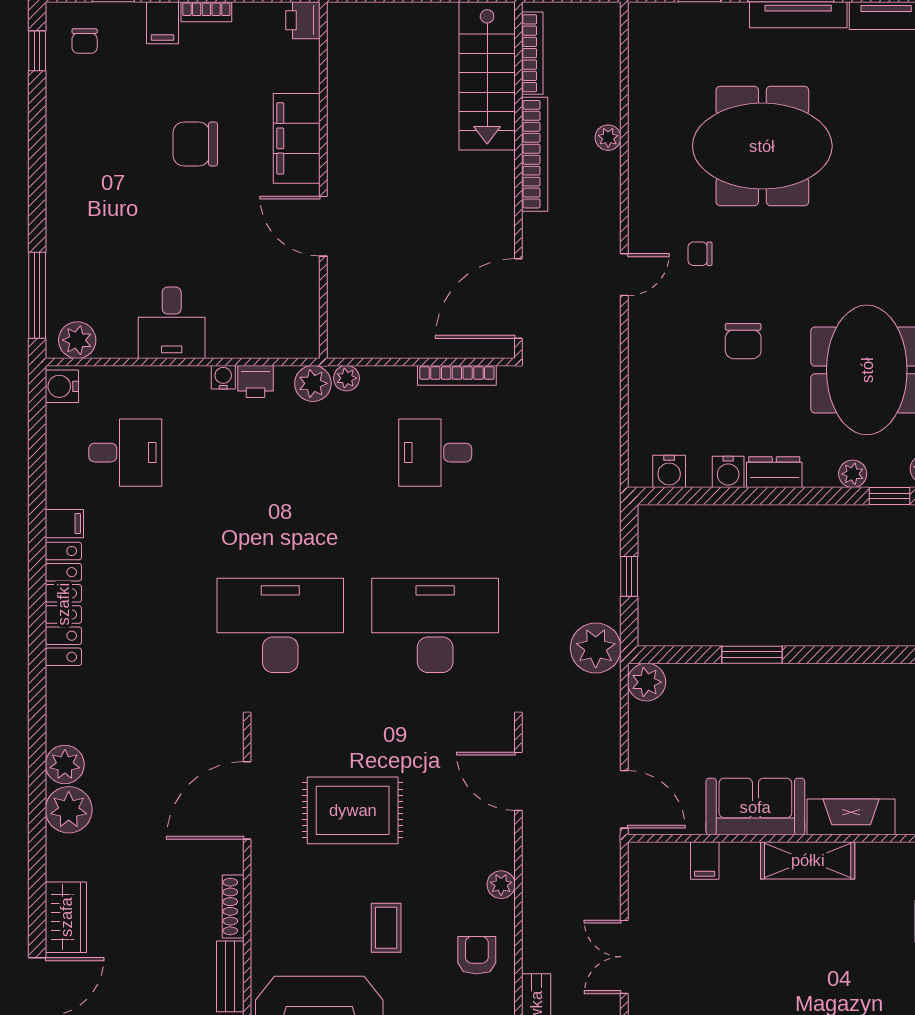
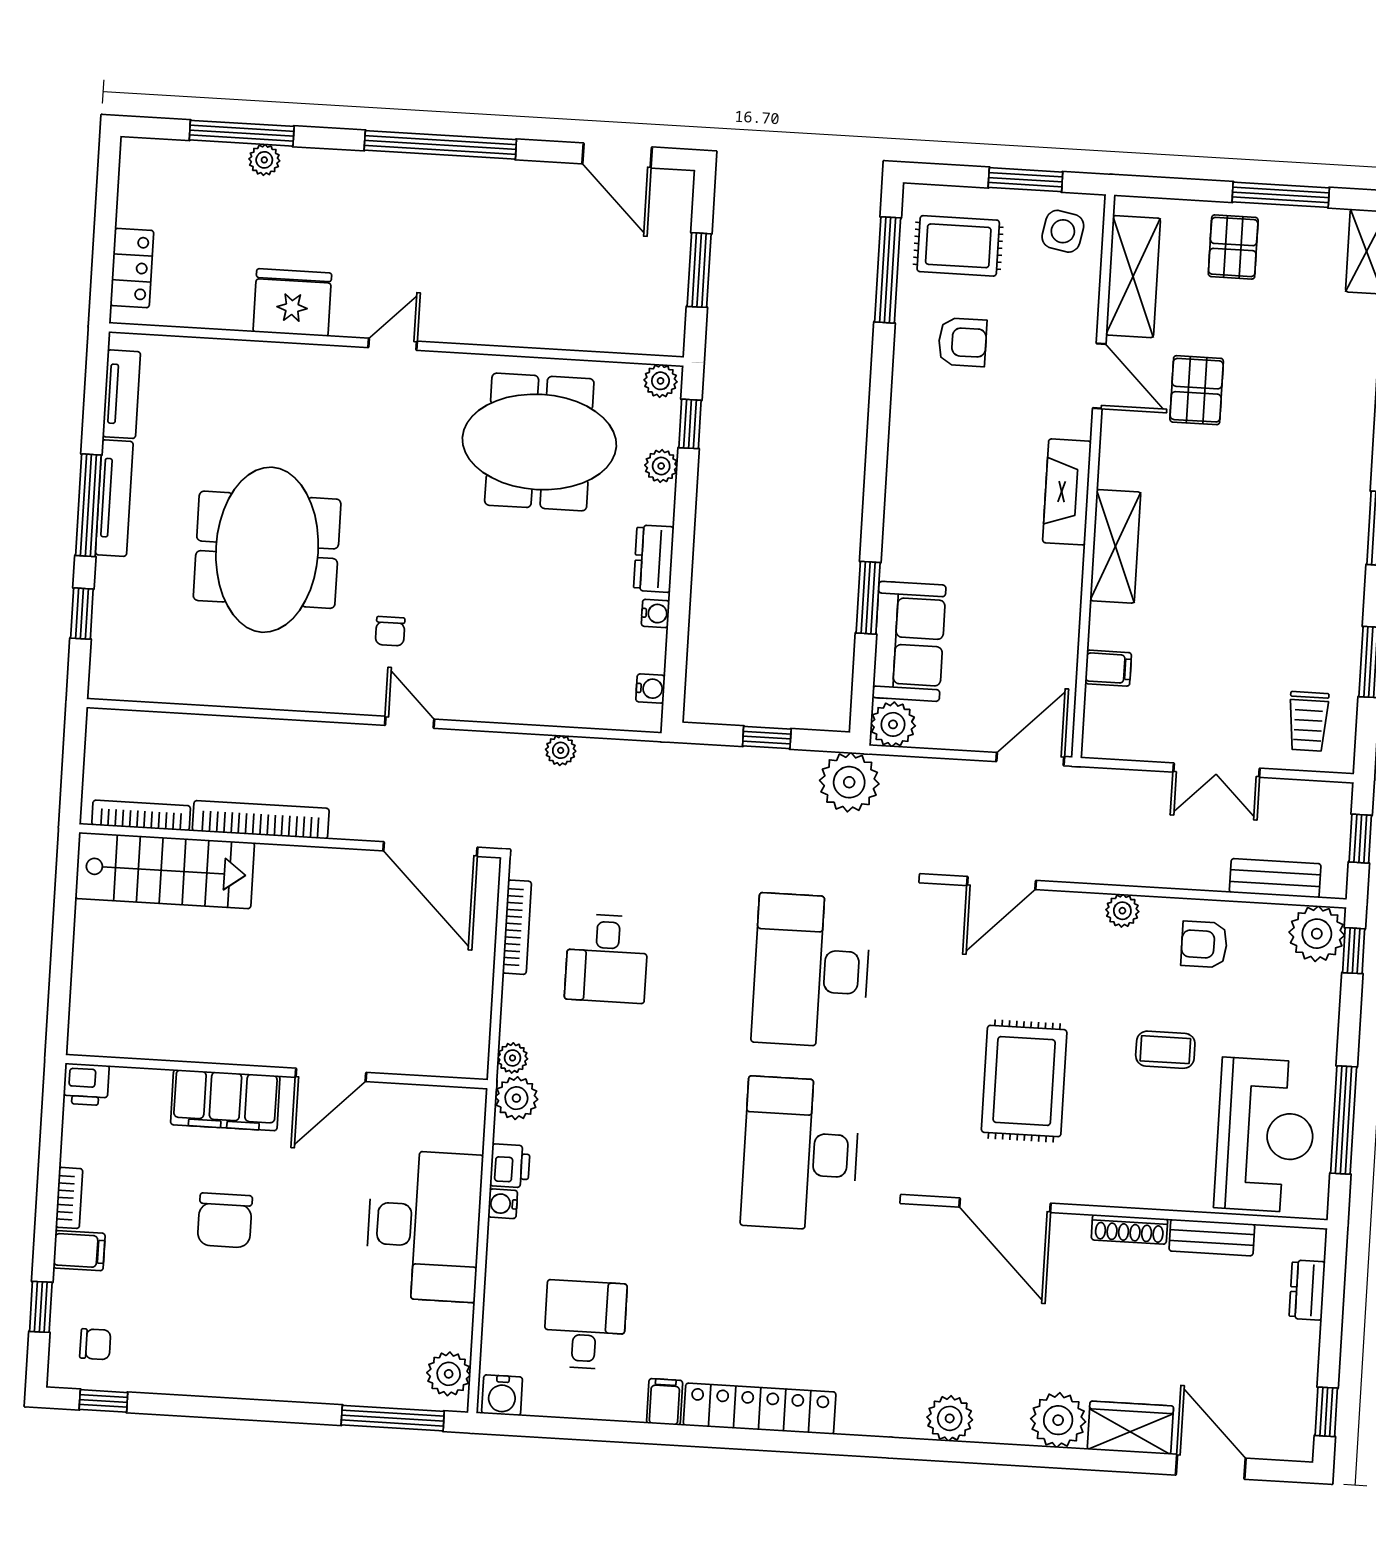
plant: (608, 138) -> (561, 750), moved
desk: (172, 323) -> (424, 1226), width x1.87, depth x1.30
chair: (743, 341) -> (496, 586), removed
water cooler: (669, 471) -> (650, 689), width x0.72, depth x0.72
water cooler: (728, 472) -> (655, 613), width x0.72, depth x0.72
sofa: (755, 807) -> (909, 641), moved, turned 180
plant: (69, 810) -> (1058, 1420), moved

